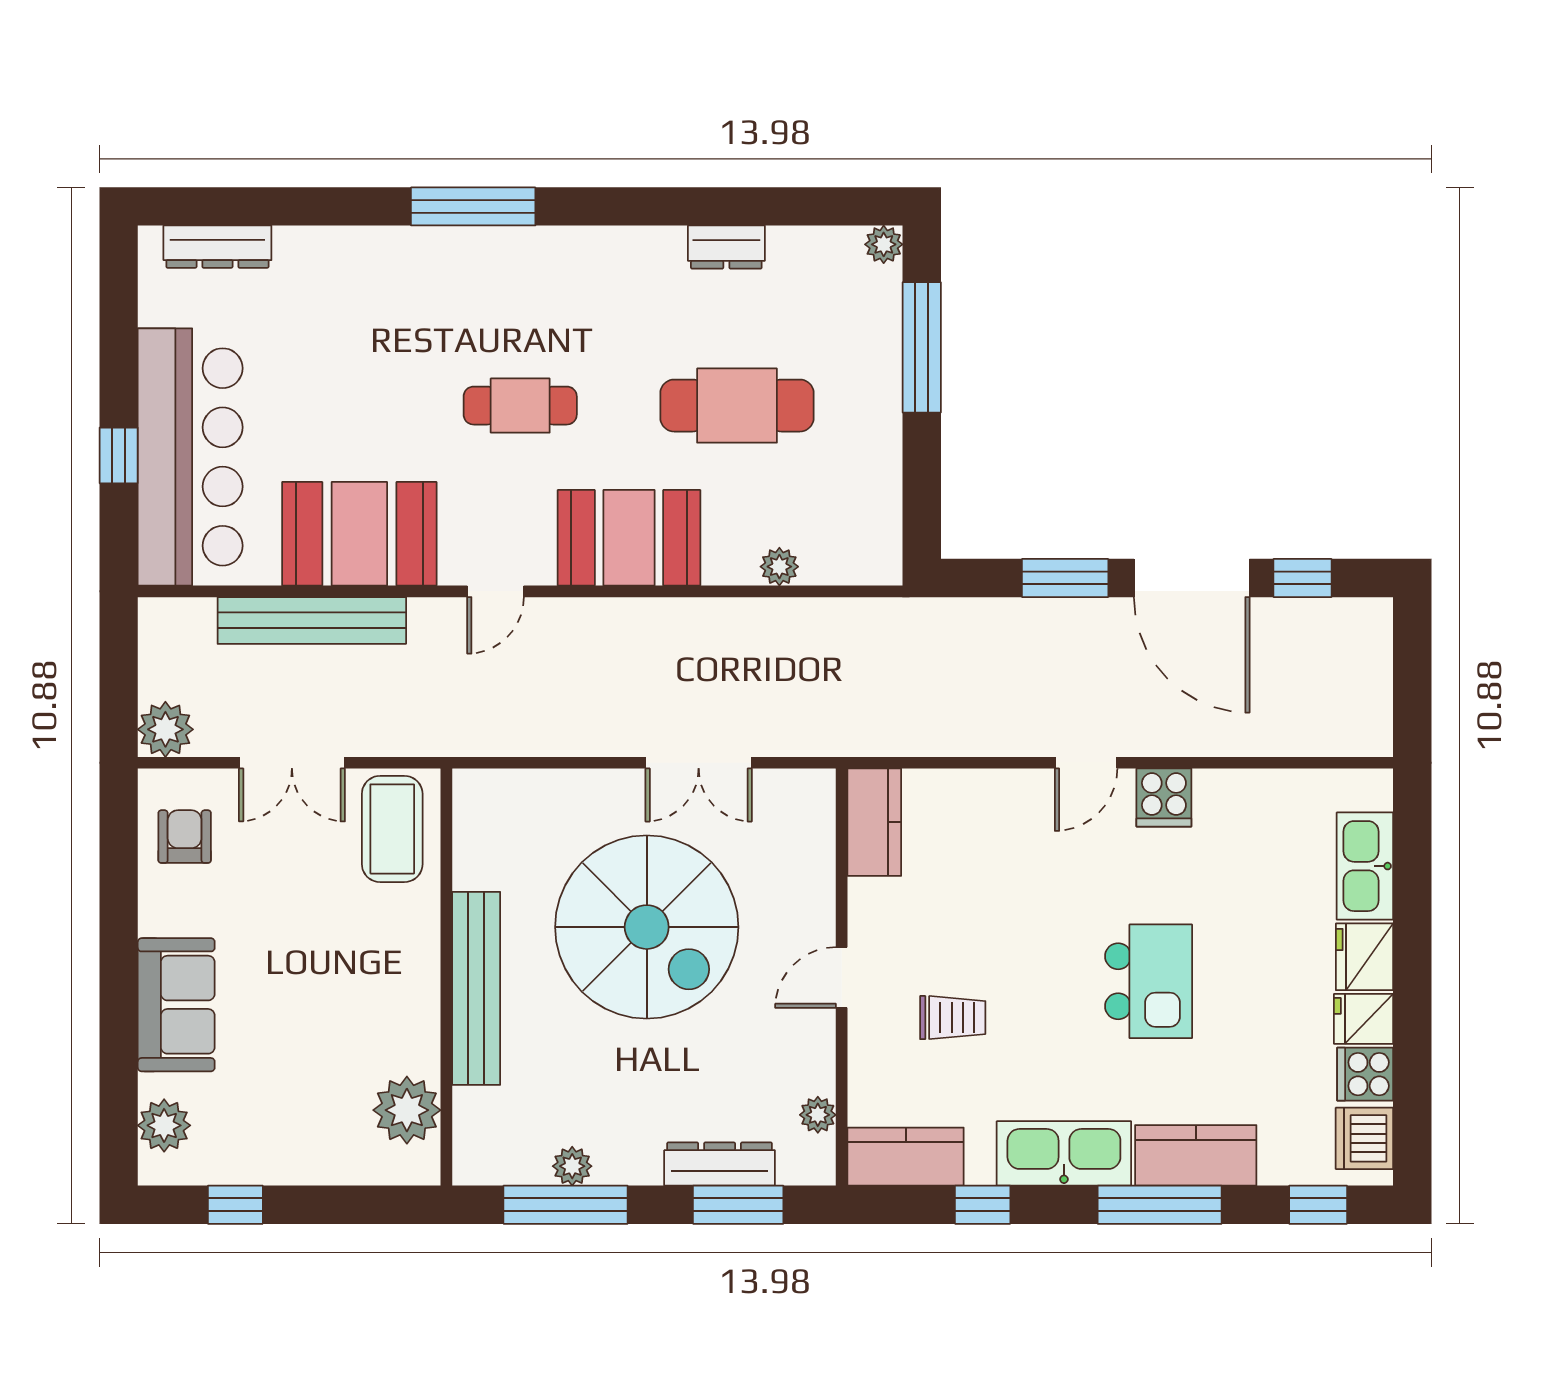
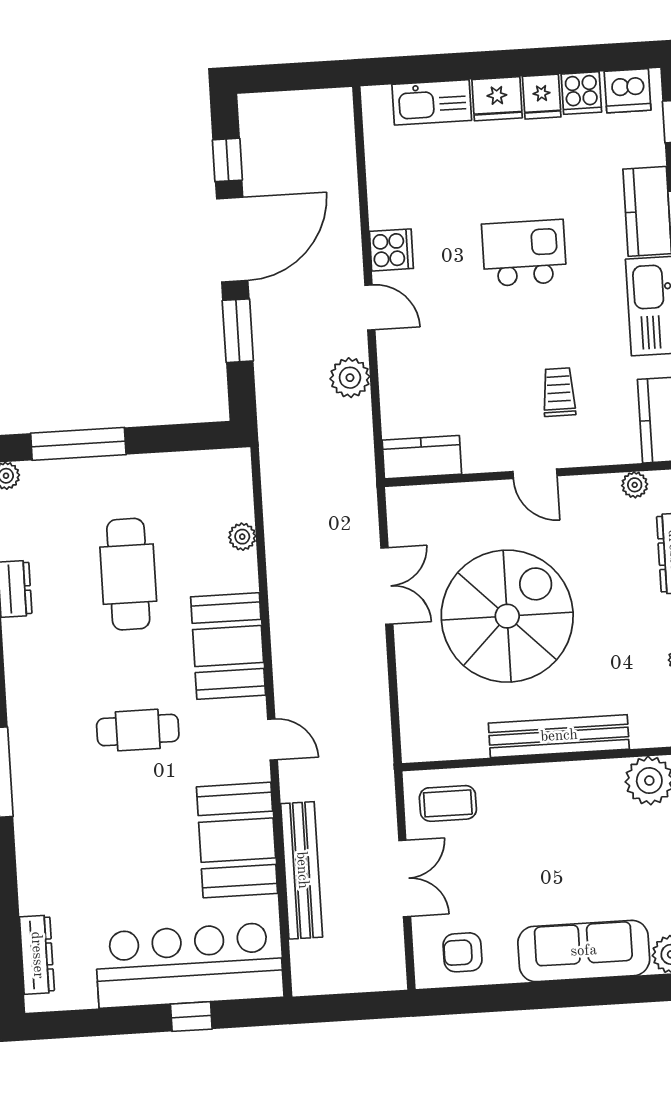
cafe table: (520, 406) -> (138, 730), turned 90
plant: (165, 729) -> (350, 378), moved
coffee table: (392, 829) -> (448, 803), width x0.73, depth x0.77
sofa: (176, 1005) -> (584, 951), width x1.36

